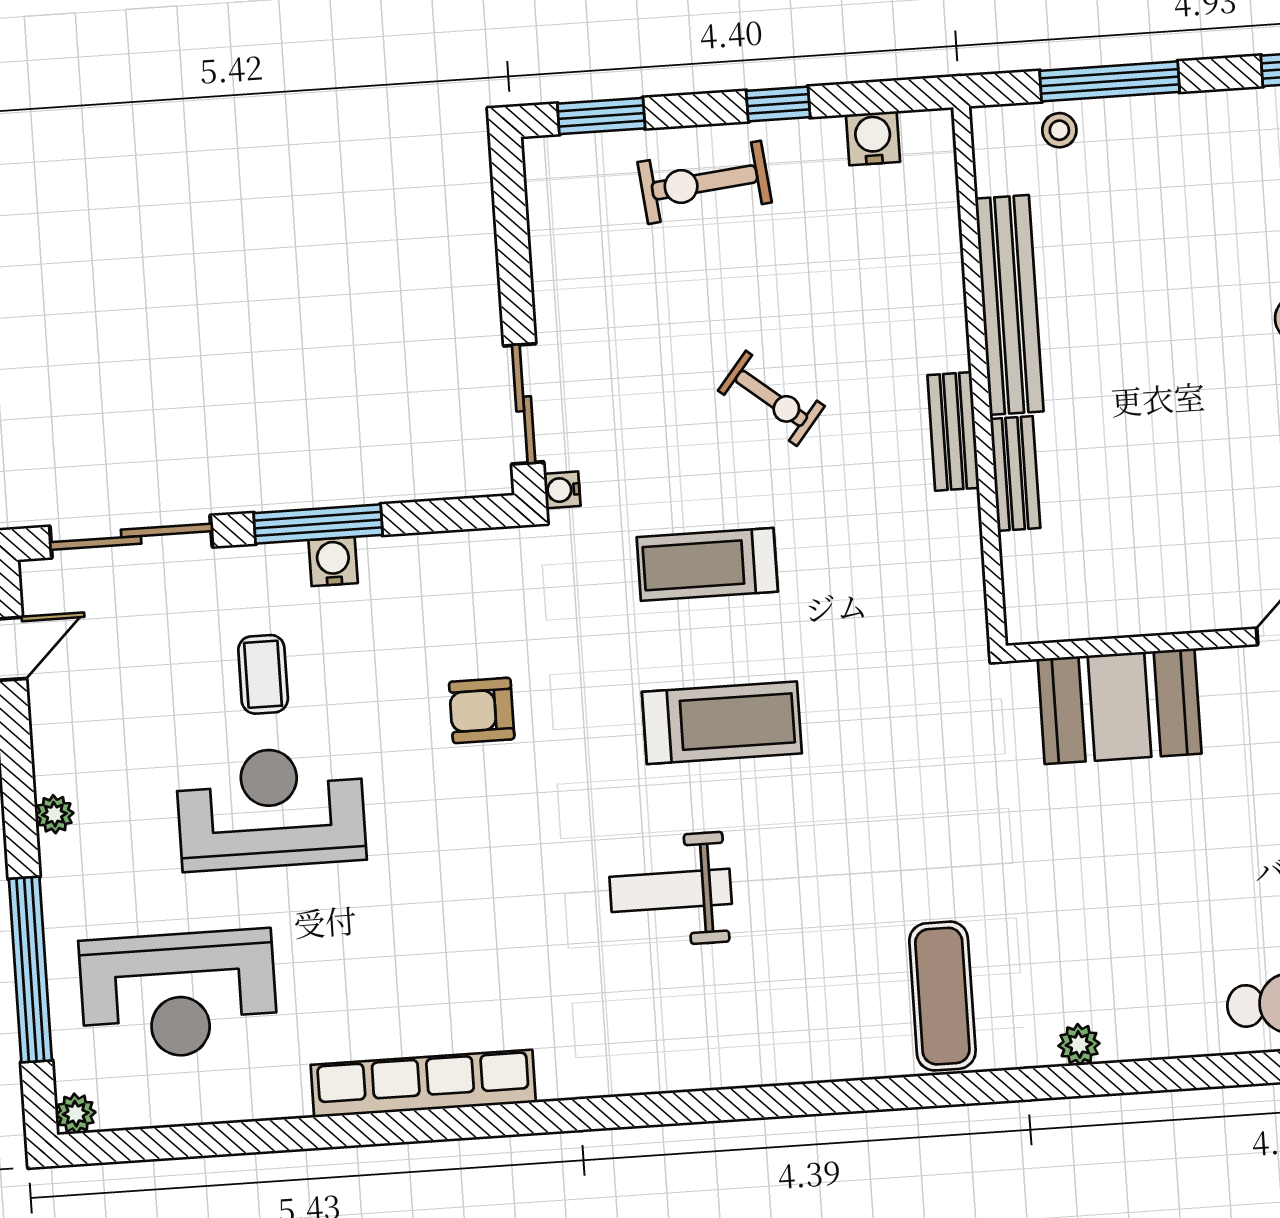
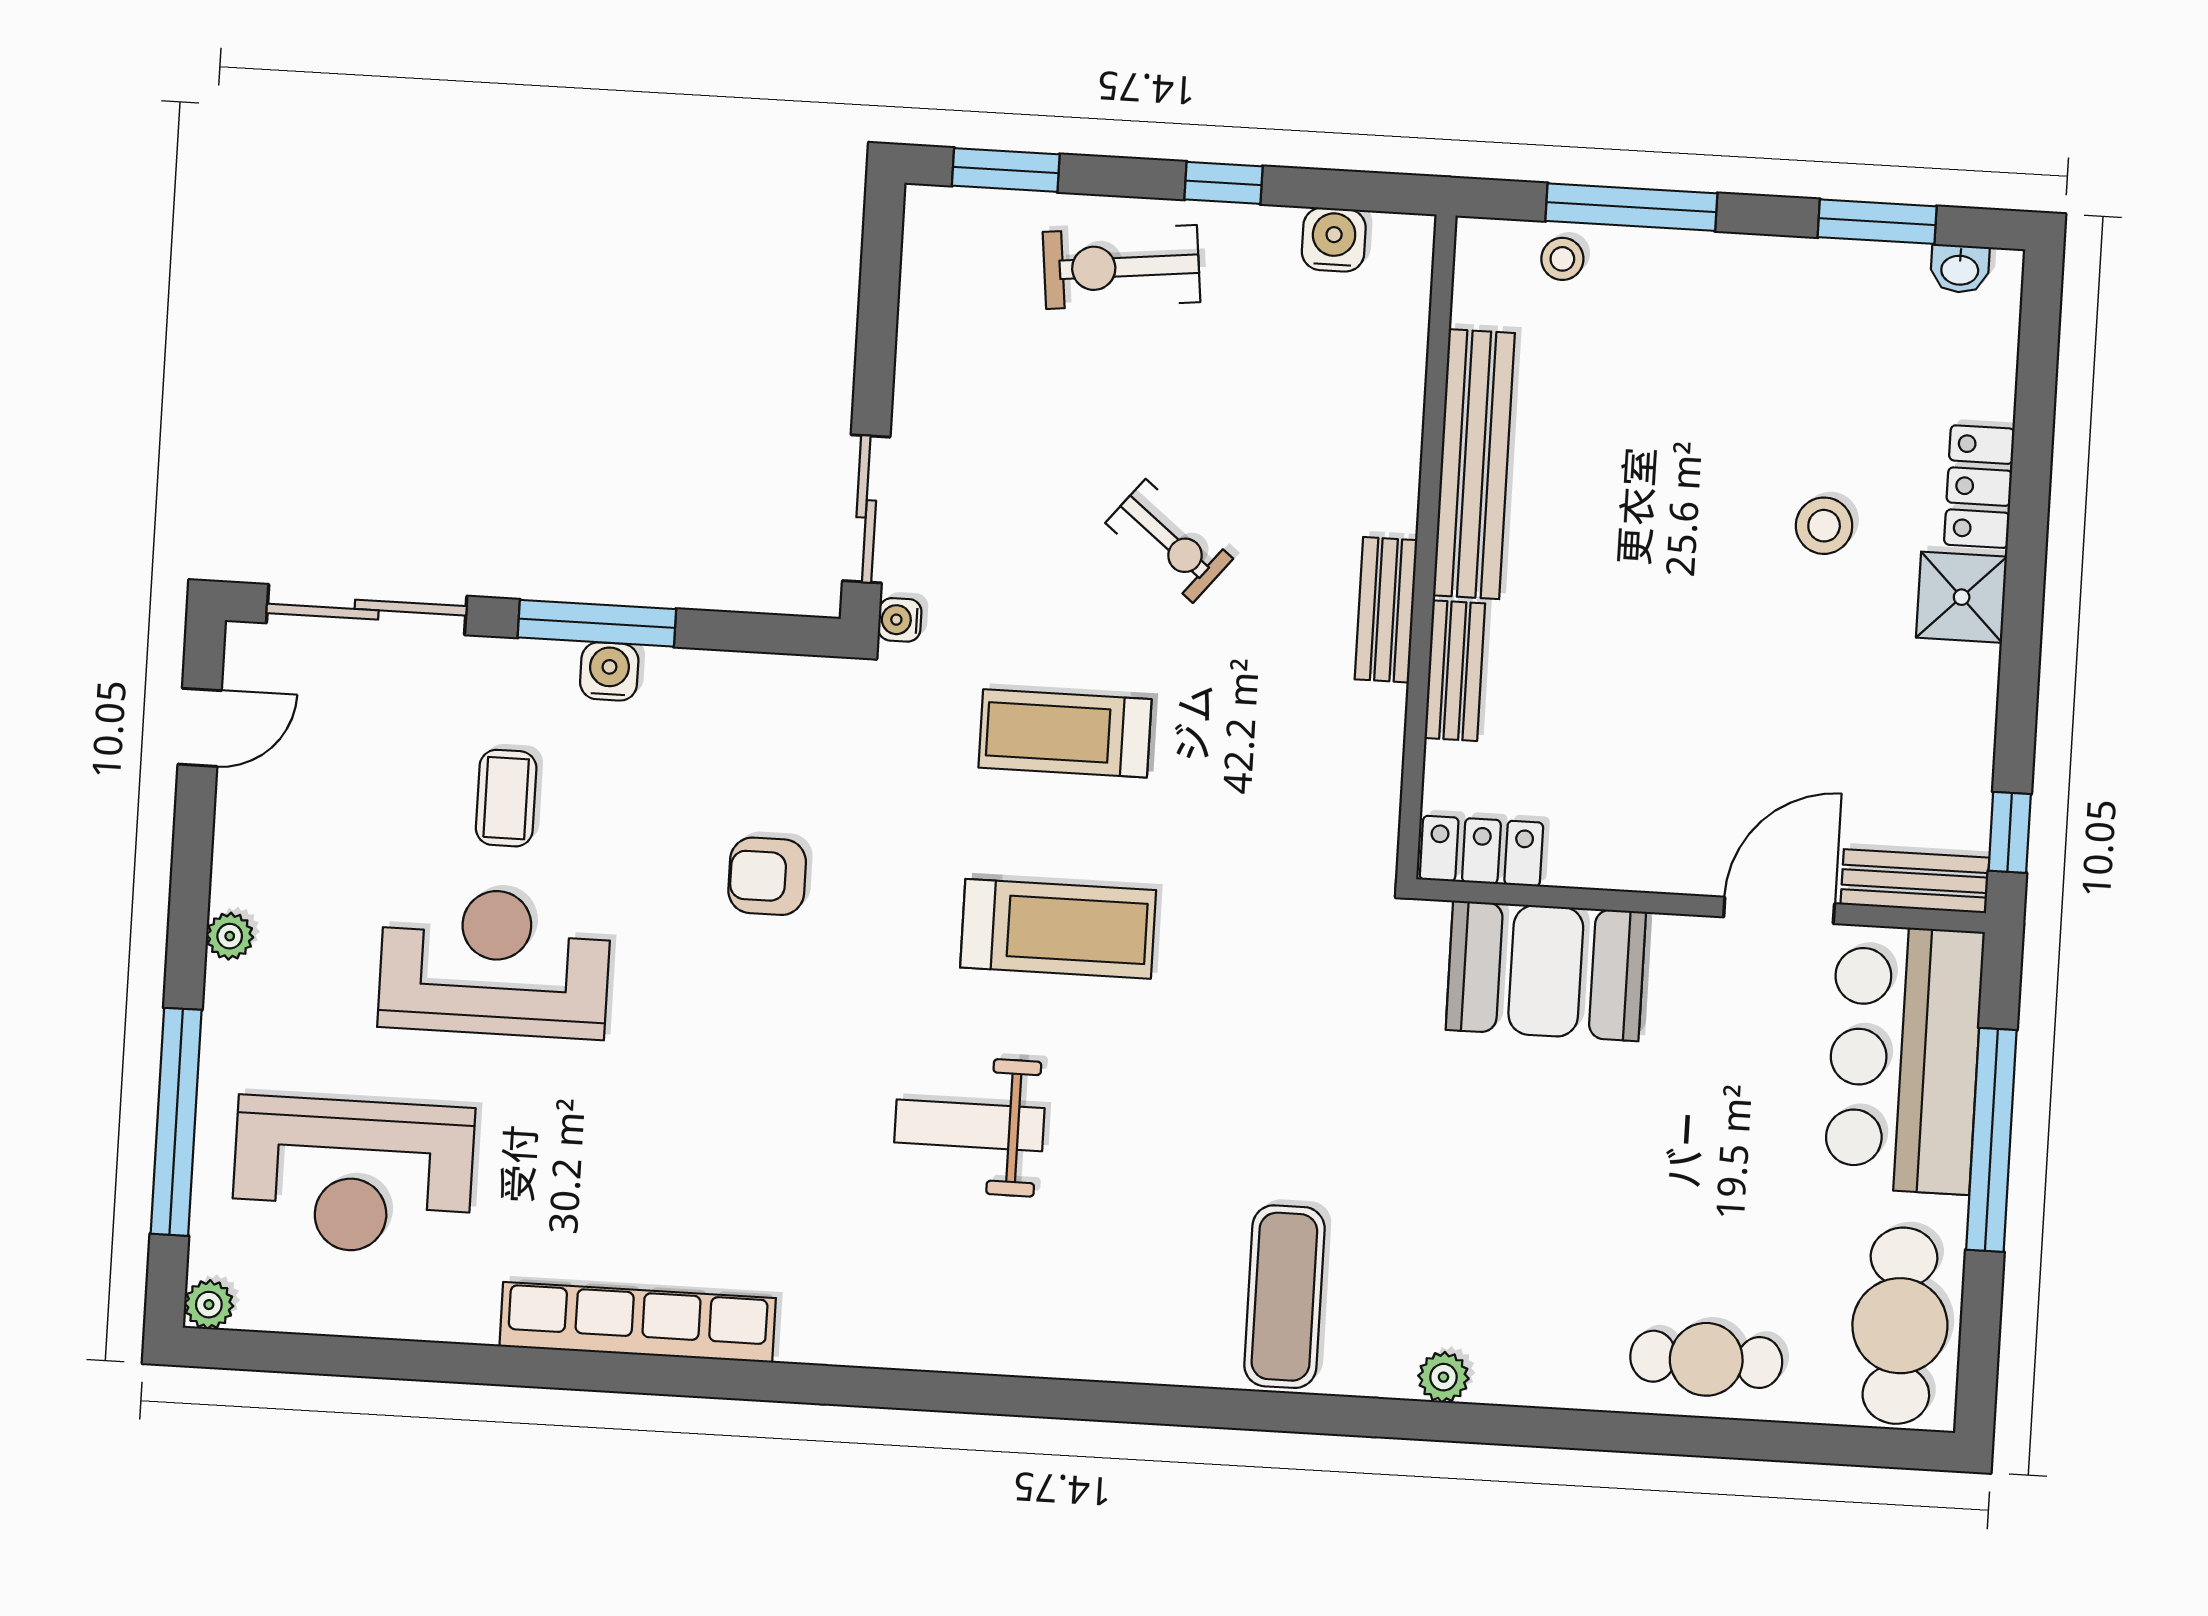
locker: (1055, 616) -> (1481, 851), added

